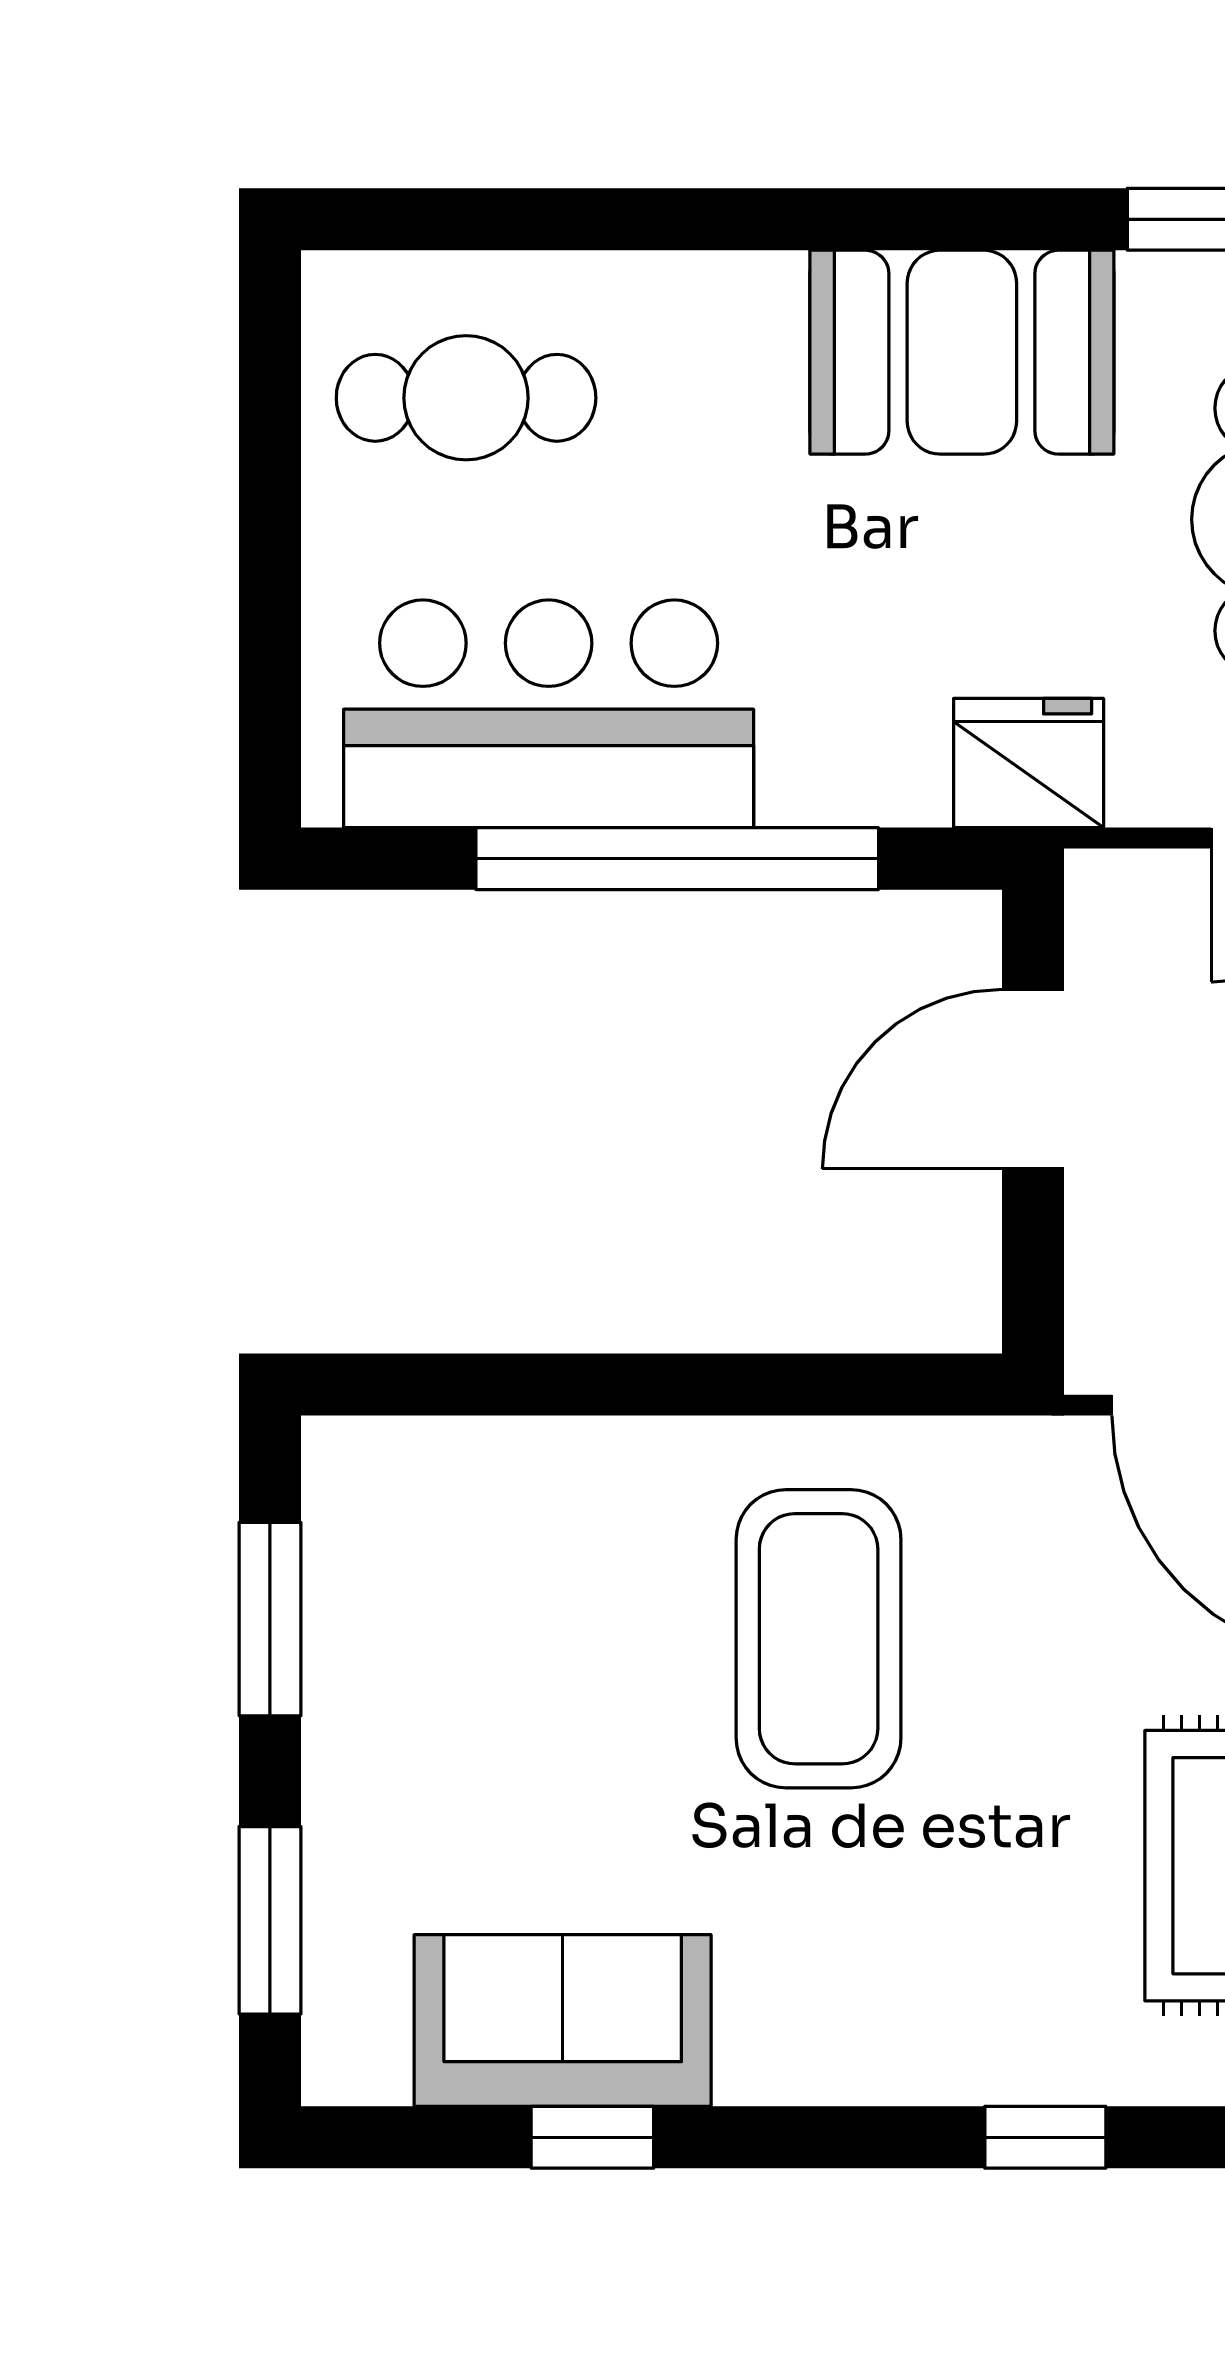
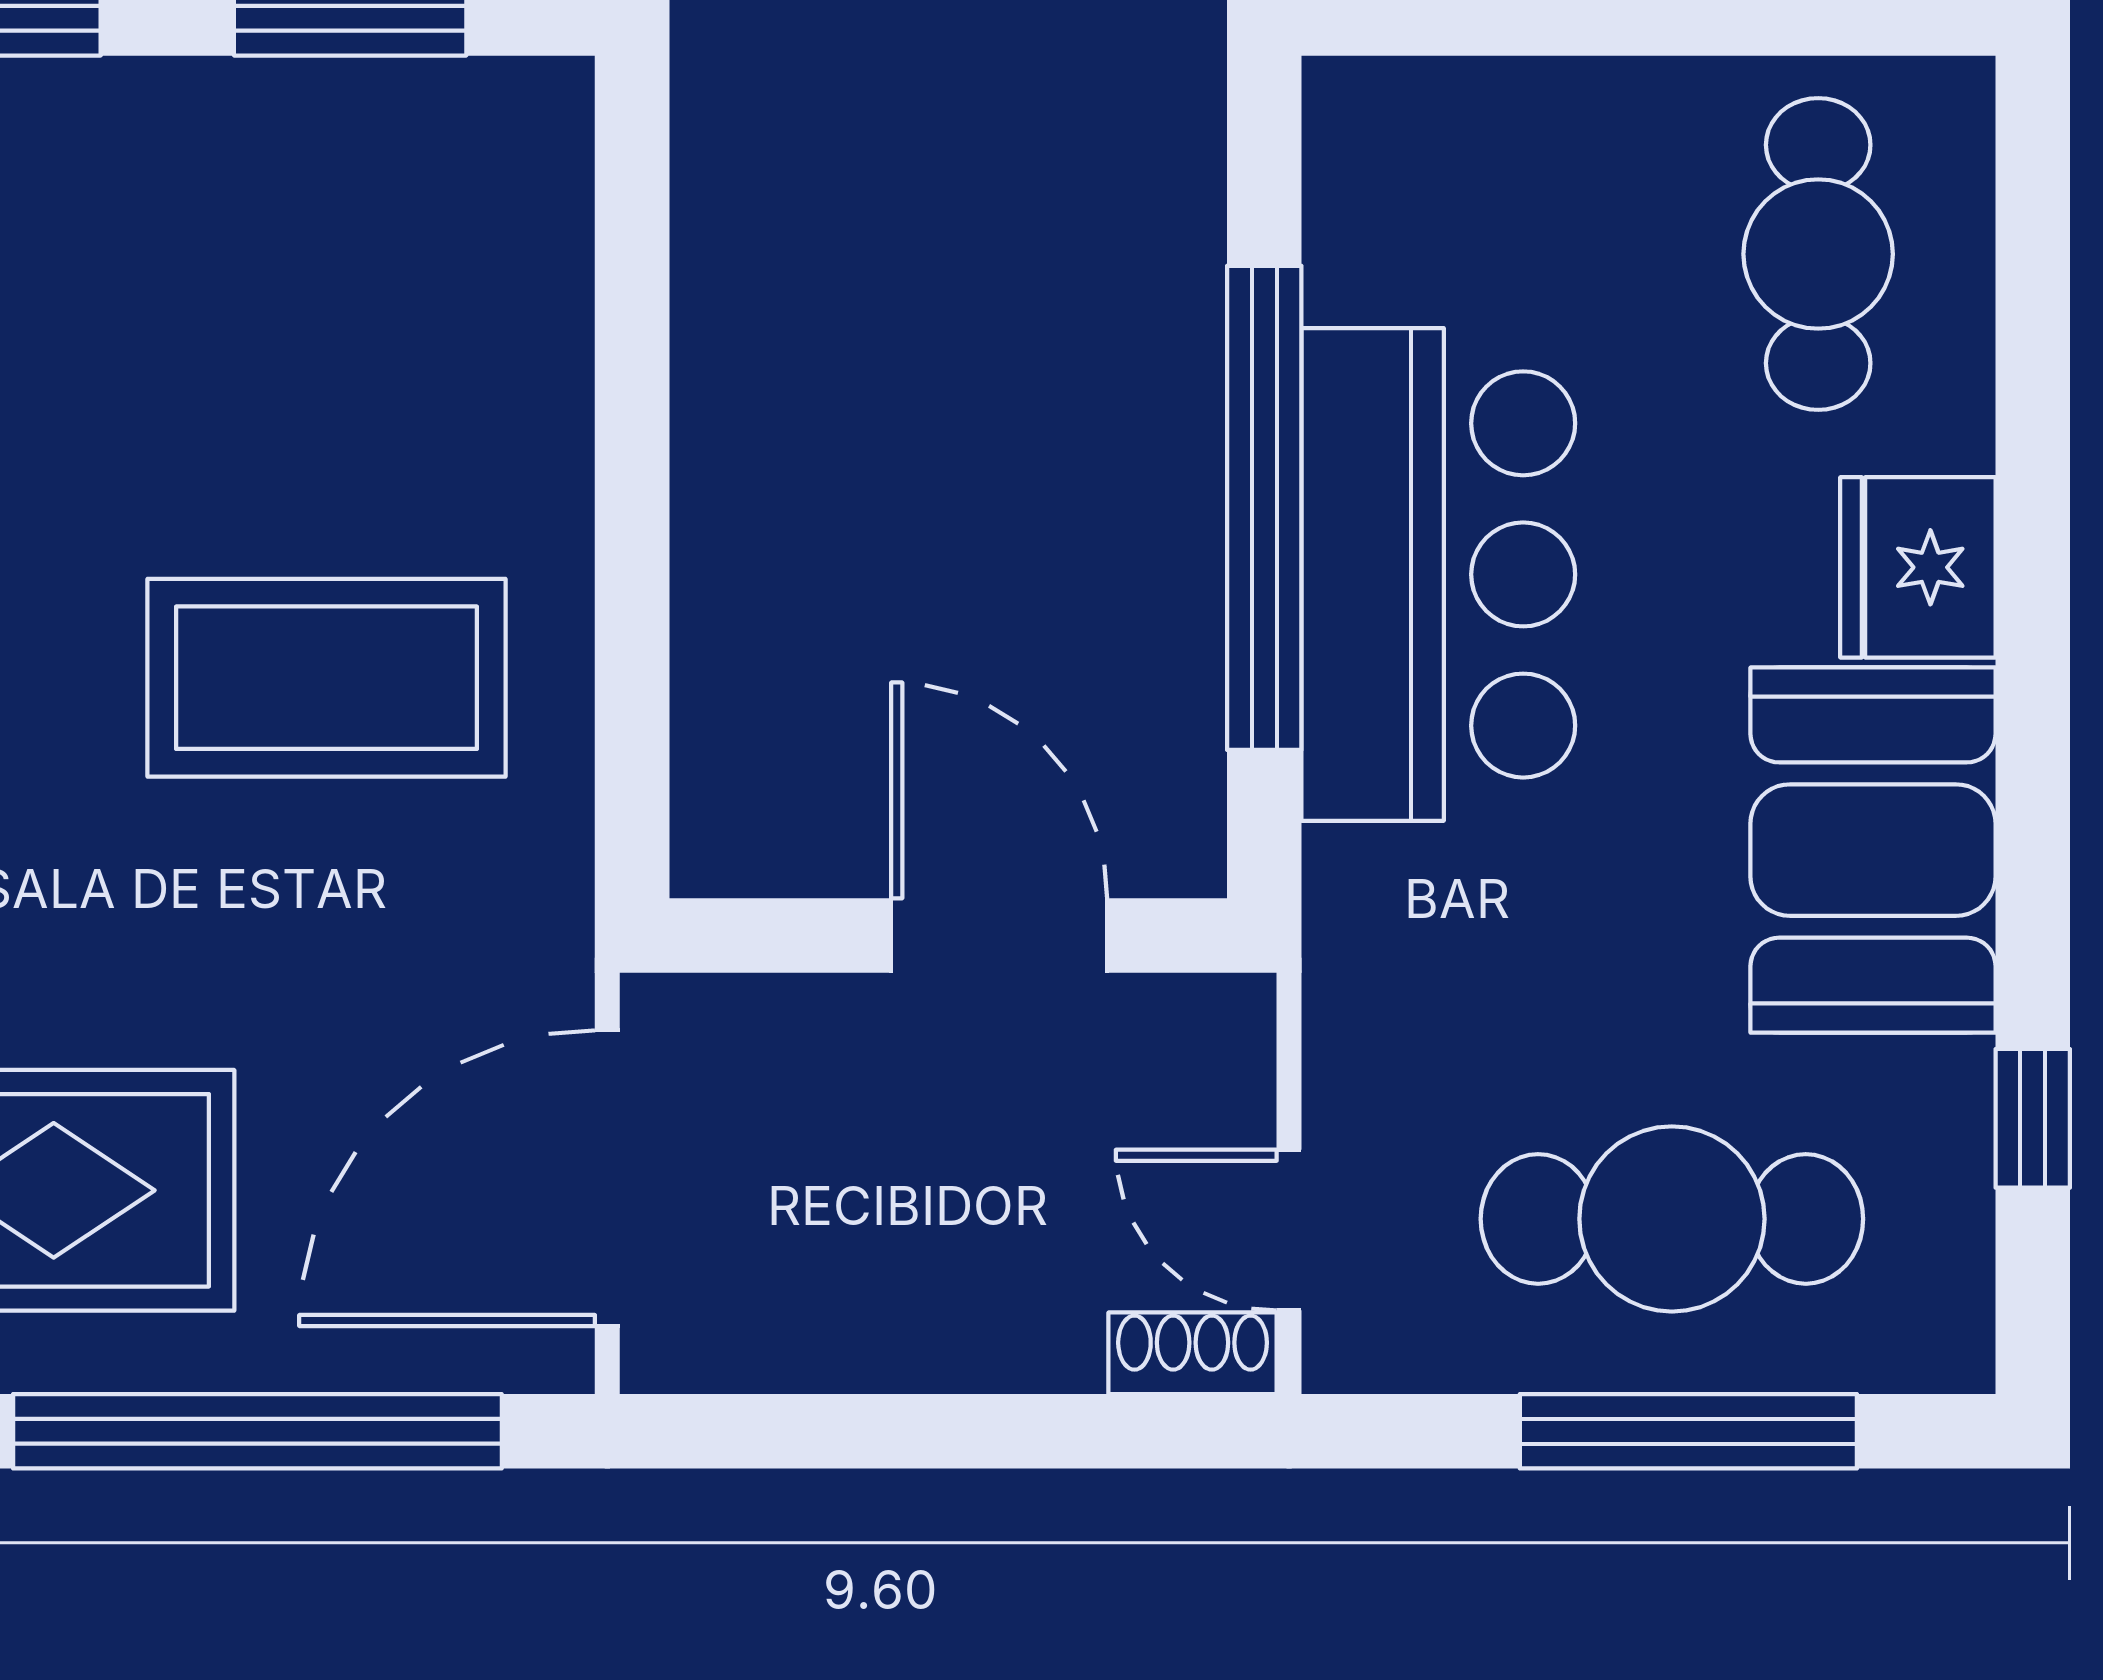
bar counter: (549, 714) -> (1438, 574), moved
fridge: (1029, 763) -> (1918, 567), moved, turned 180

